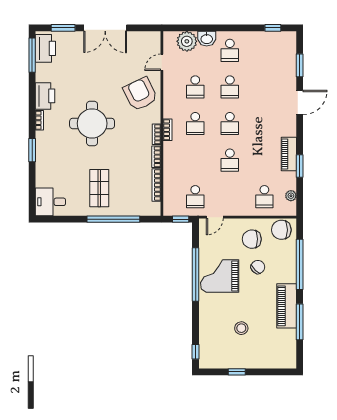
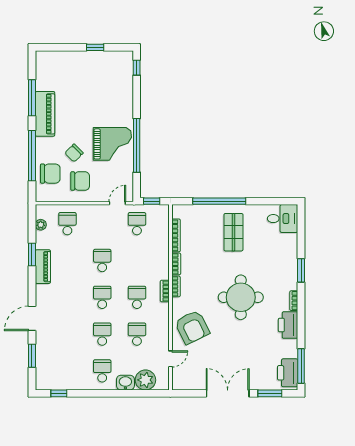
chair: (281, 230) -> (50, 174), moved
stool: (241, 328) -> (91, 91), removed

